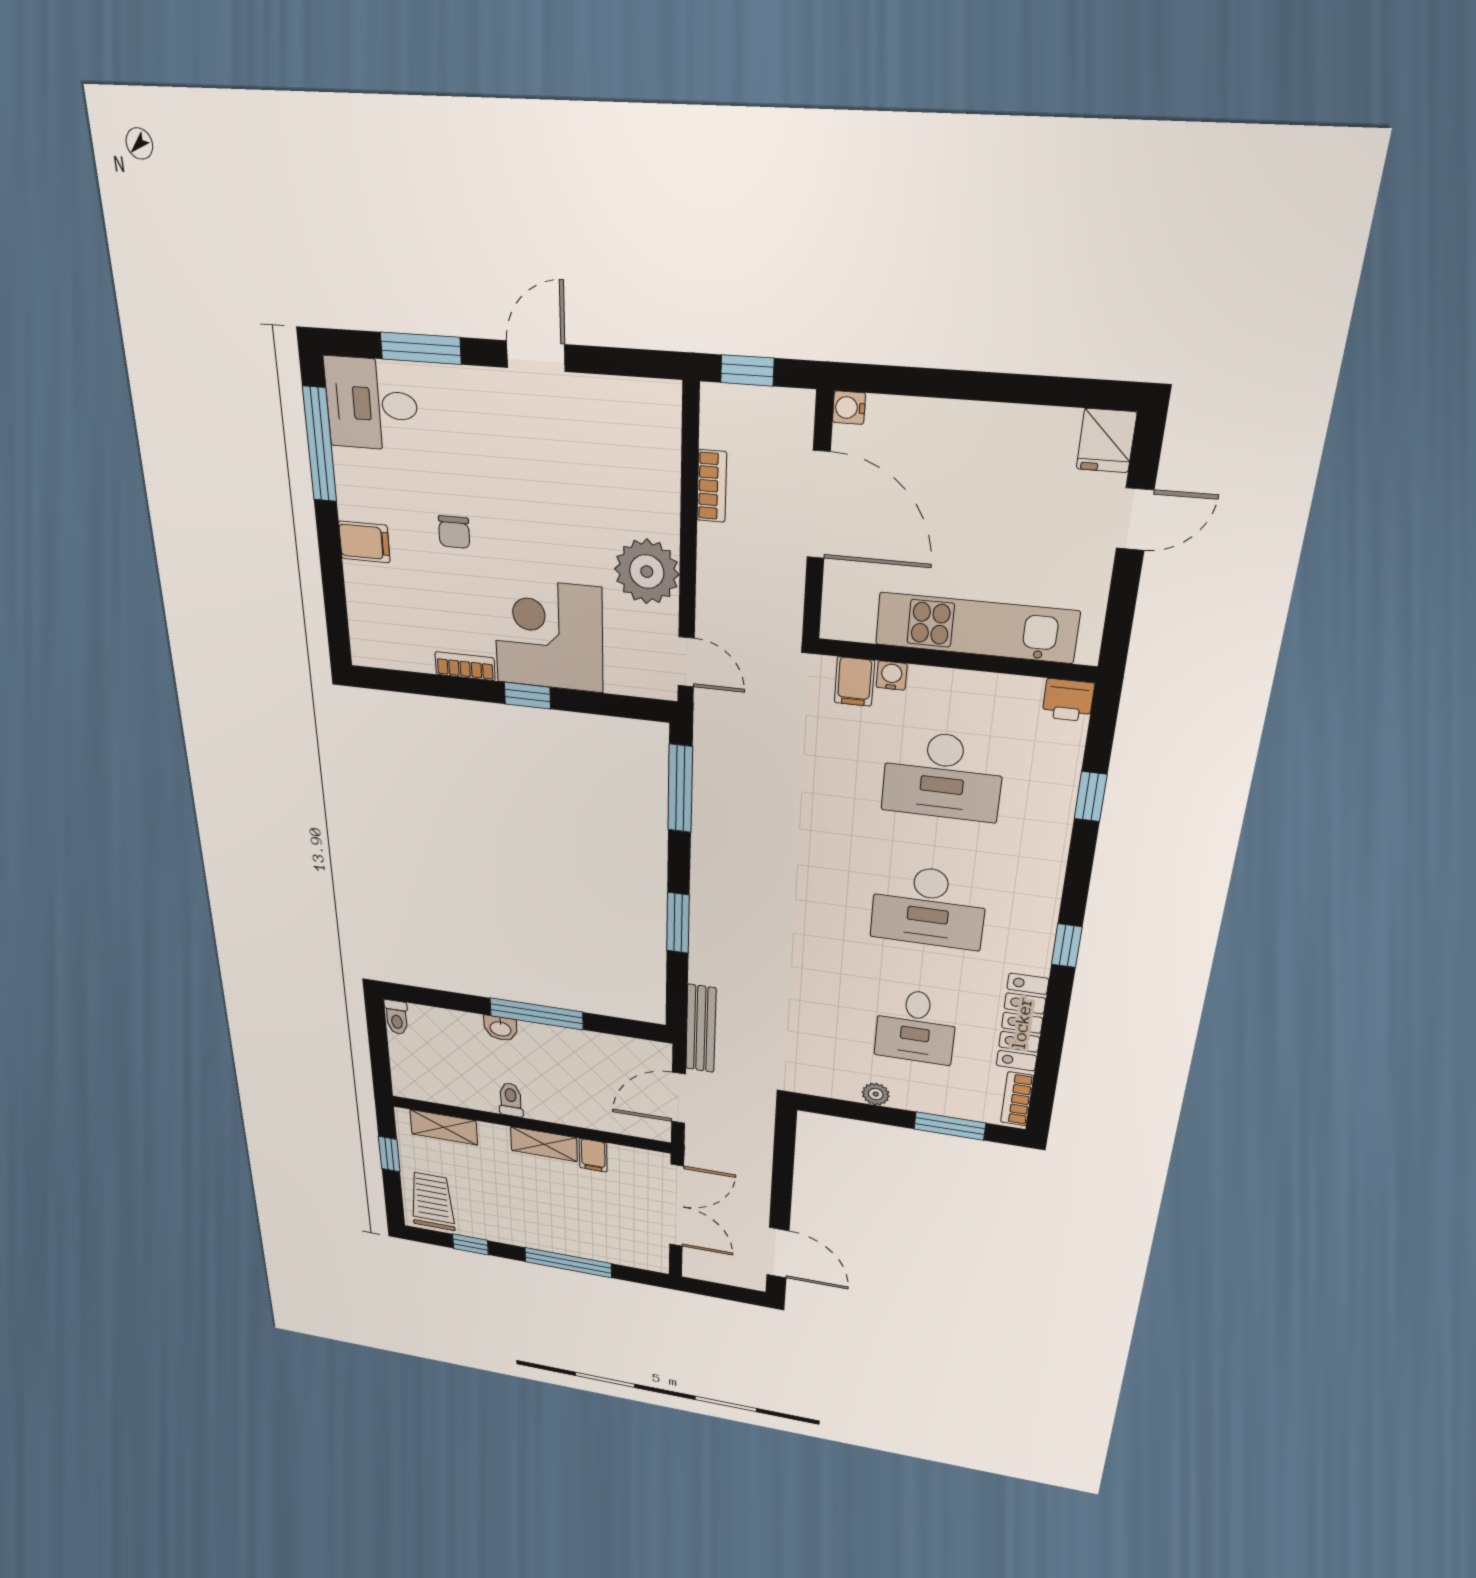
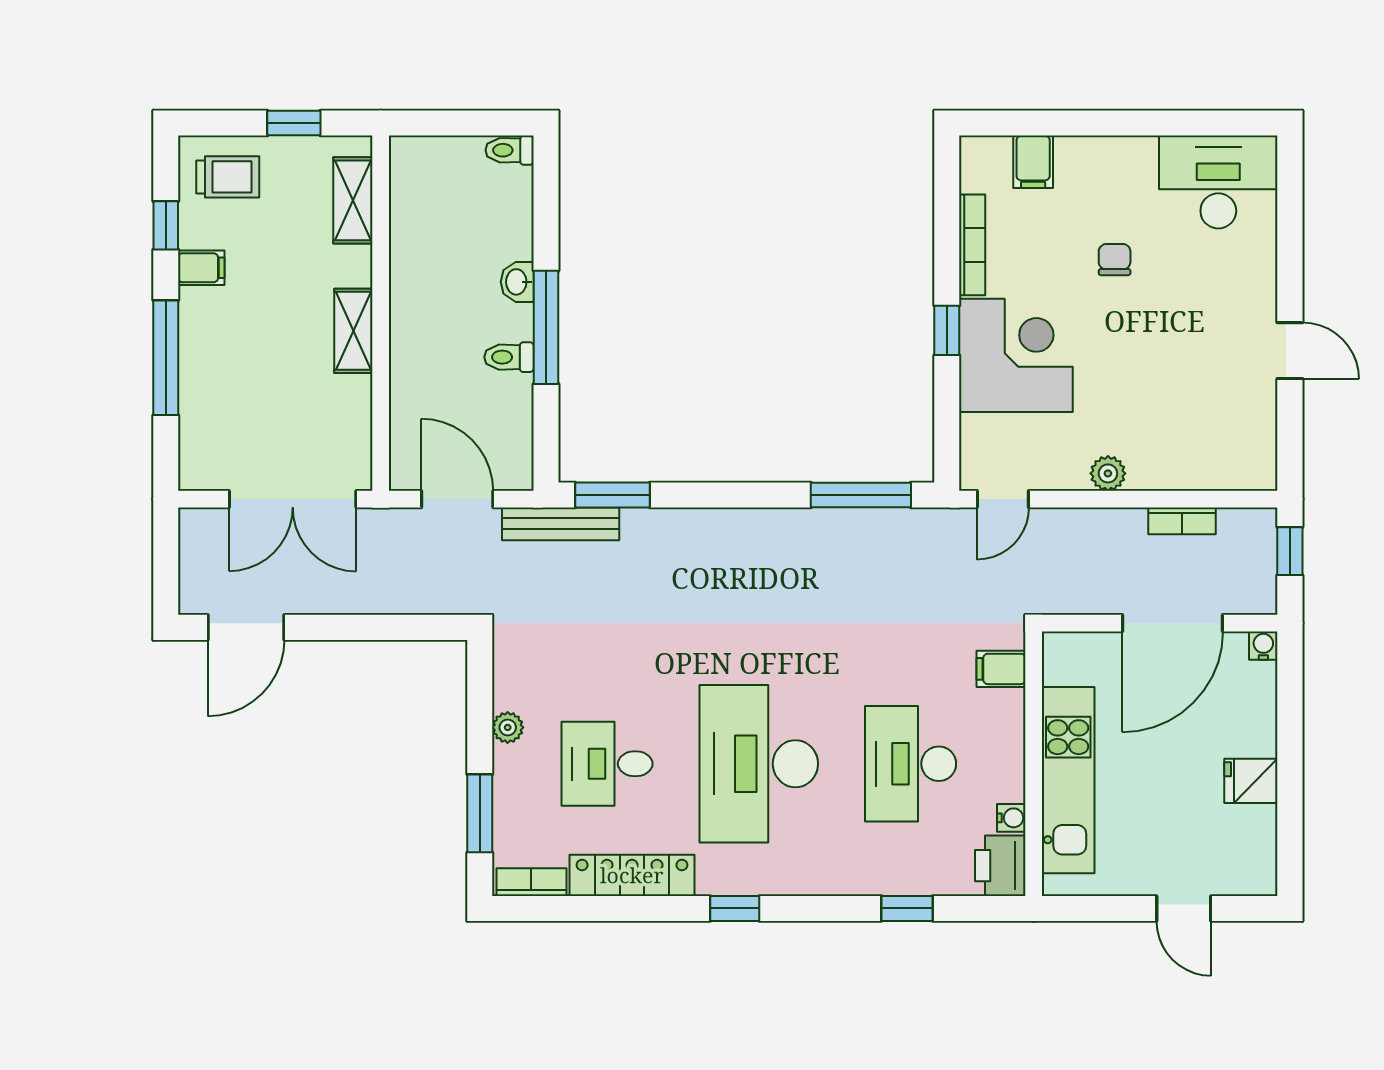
window: (421, 348) -> (1290, 237), removed
desk: (372, 404) -> (1218, 182), width x1.37
fridge: (1106, 441) -> (1251, 781), moved
window: (320, 444) -> (1191, 123), removed
chair: (454, 532) -> (1115, 260), turned 90
filing cabinet: (364, 542) -> (1033, 162), moved
plant: (647, 572) -> (1108, 473), width x0.53, depth x0.53
bookcase: (465, 666) -> (972, 245), width x1.56
water cooler: (892, 676) -> (1011, 818), moved
printer: (1068, 700) -> (1000, 866), width x1.36, depth x1.24
desk: (929, 907) -> (759, 764), width x1.36, depth x1.30
window: (678, 923) -> (613, 495), moved
toilet: (511, 1100) -> (509, 357), moved, turned 180
filing cabinet: (593, 1155) -> (201, 268), moved, turned 180
trolley: (432, 1201) -> (228, 177), width x0.73, depth x0.72

